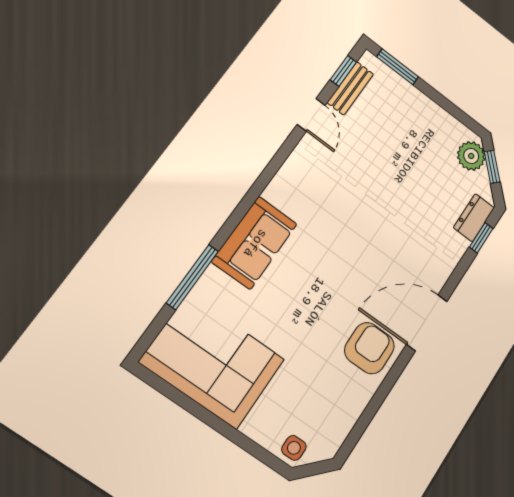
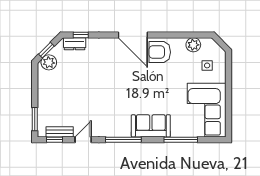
window: (264, 179) -> (123, 140), added
plant: (343, 416) -> (193, 45), added
side table: (294, 448) -> (207, 65), moved

